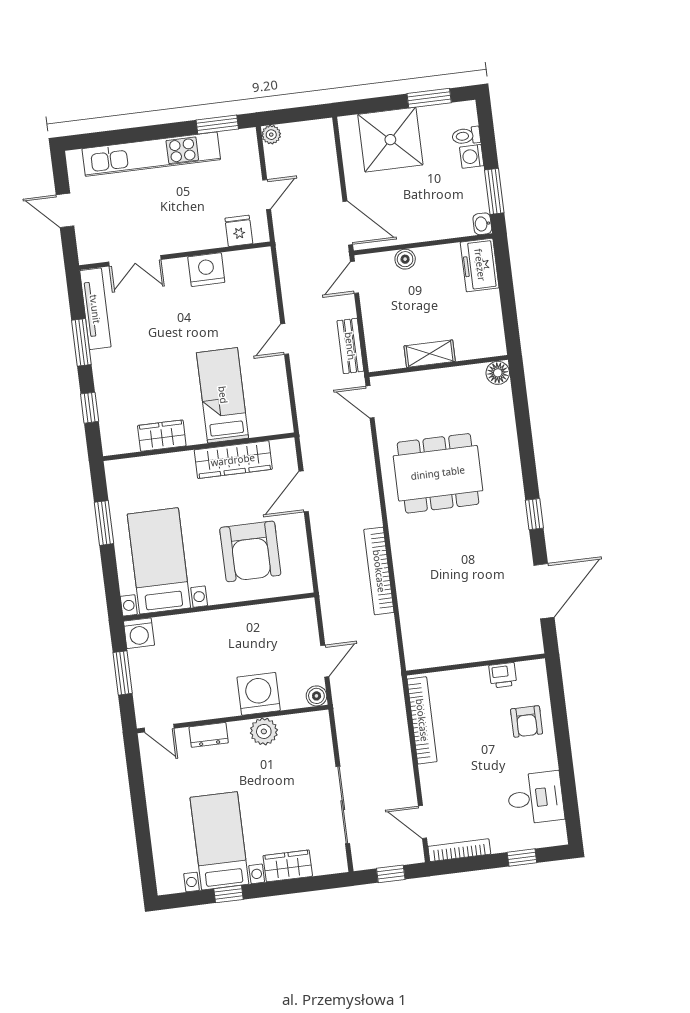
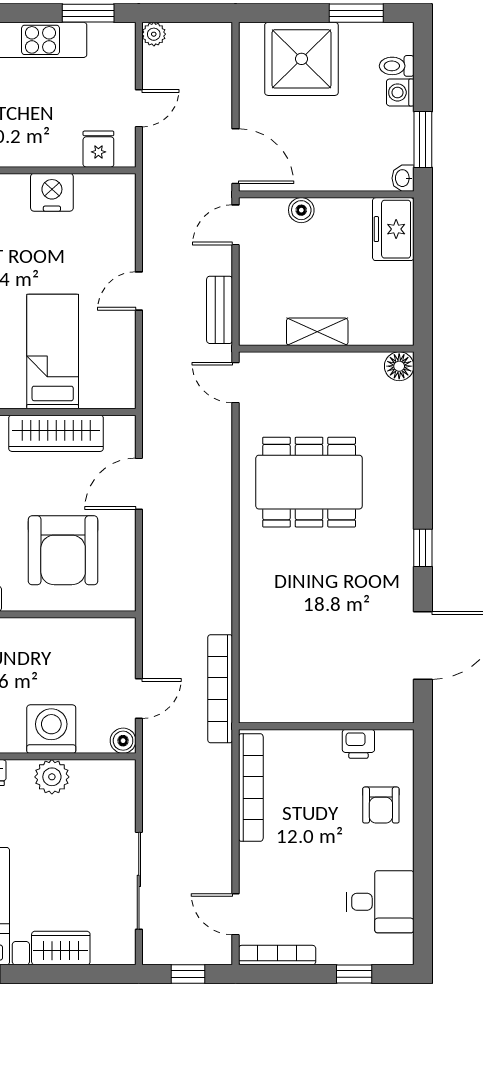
bookcase: (379, 571) -> (220, 689), moved

